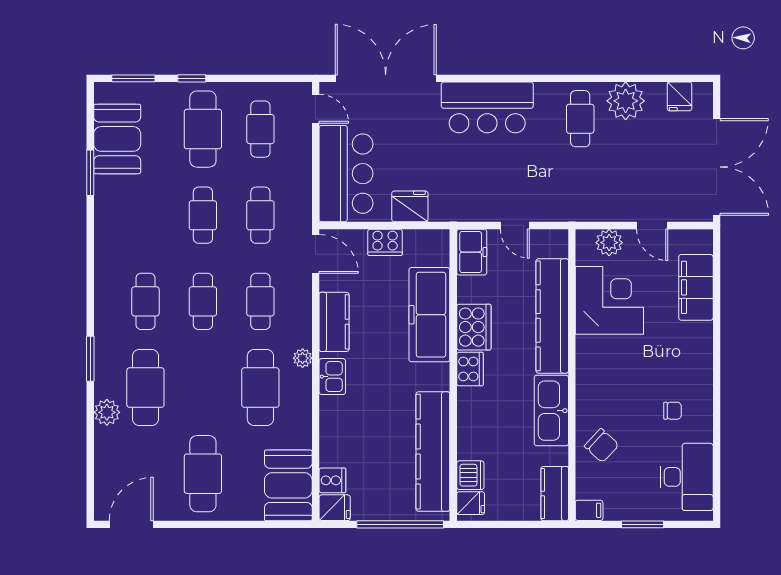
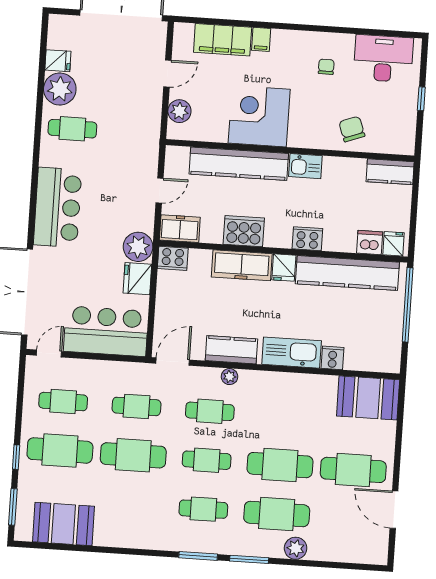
fridge: (680, 96) -> (58, 61), moved
window: (90, 173) -> (198, 556), moved
plant: (447, 205) -> (138, 247), added
cafe table: (203, 215) -> (133, 455), width x1.37, depth x1.35
cooker: (385, 242) -> (173, 258), moved, turned 90
corner desk: (609, 300) -> (259, 116), moved
freezer: (429, 315) -> (242, 265), width x0.73, depth x0.79
plant: (303, 358) -> (230, 377), moved
cooker: (470, 369) -> (307, 239), moved
kitchen sink: (332, 377) -> (292, 353), width x1.87, depth x1.24
cafe table: (260, 388) -> (280, 465), moved
kitchen sink: (551, 411) -> (305, 166), width x0.53, depth x0.81
chair: (602, 446) -> (352, 129), turned -63
cooker: (332, 480) -> (332, 358), moved
fridge: (335, 508) -> (284, 268), moved, turned 180
filing cabinet: (589, 510) -> (261, 39), moved, turned 180
door: (131, 524) -> (394, 510), moved
window: (642, 524) -> (421, 99), width x0.67

